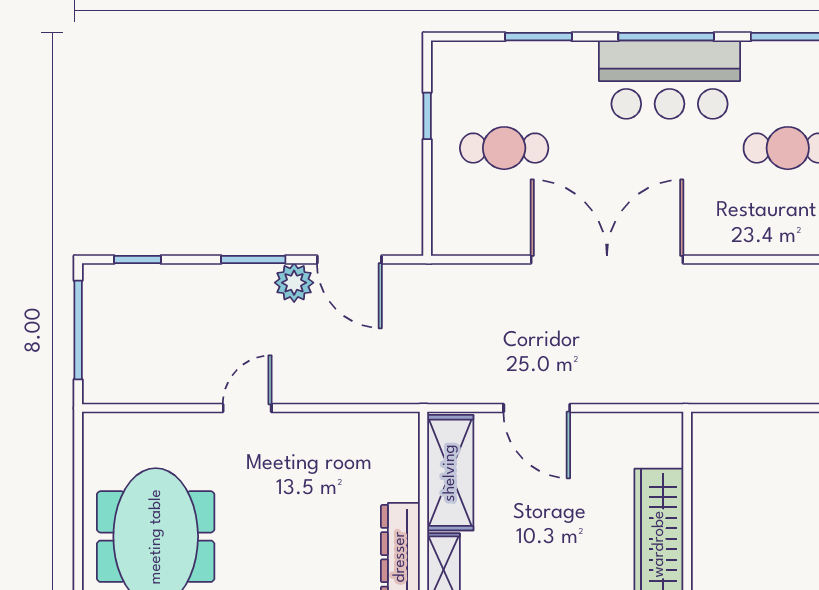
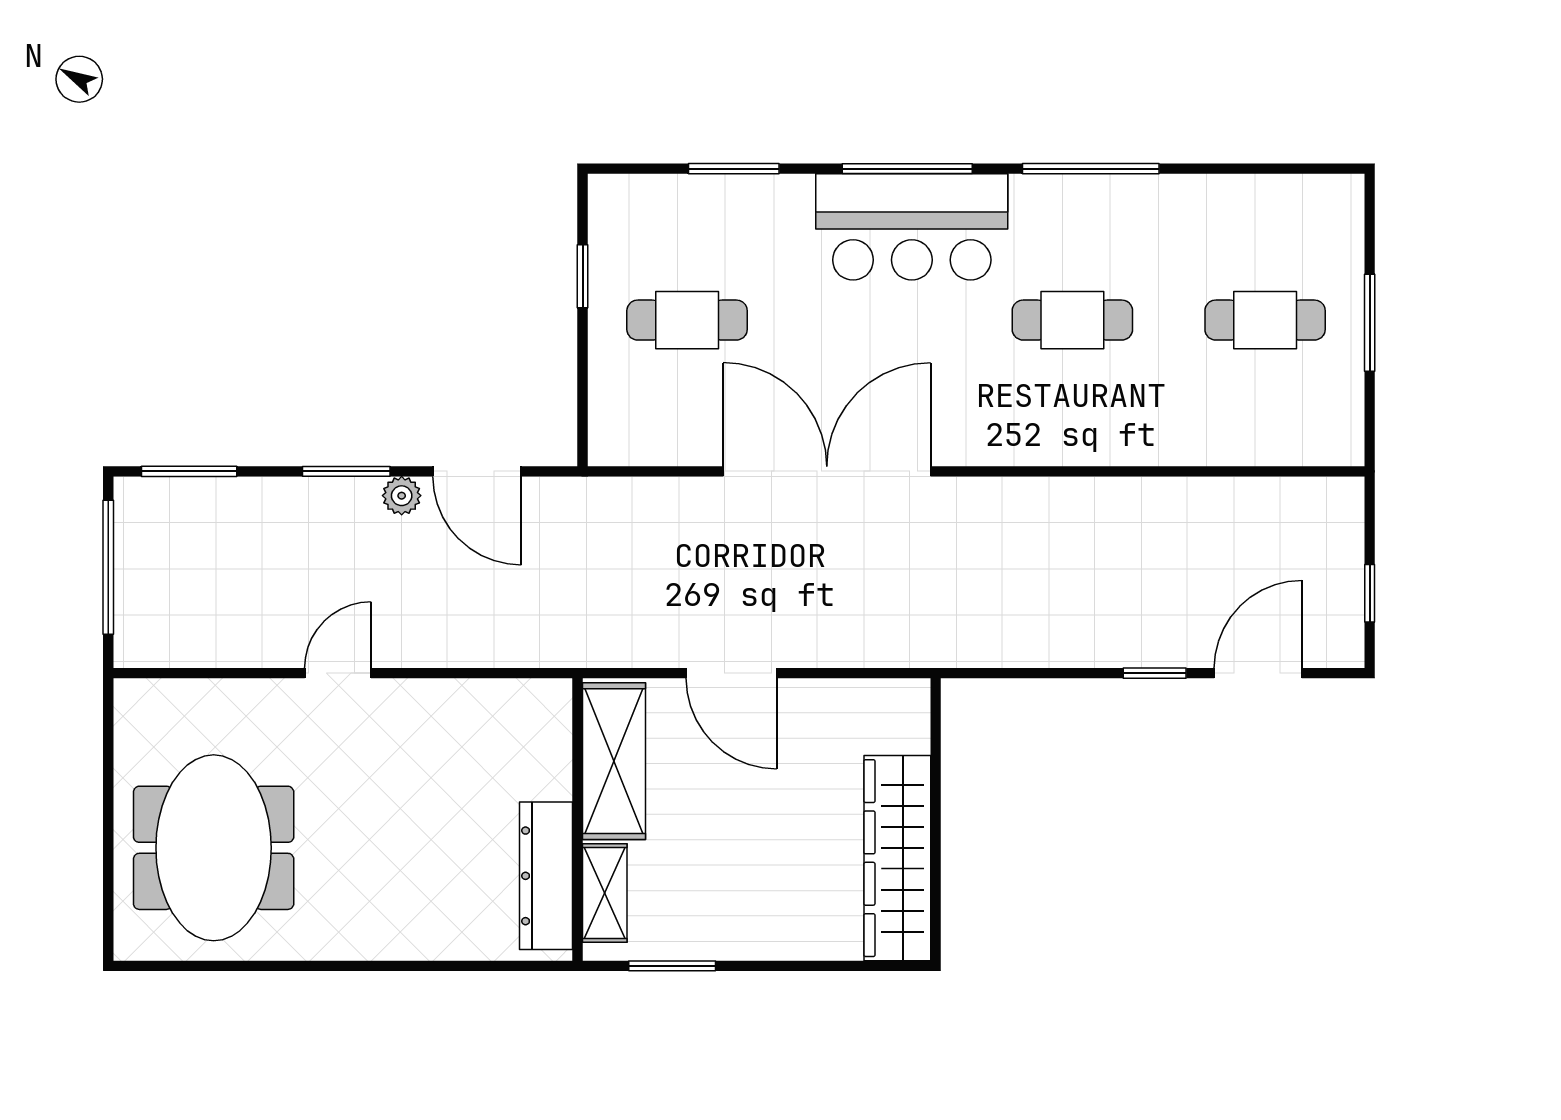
window: (138, 259) -> (189, 471), width x1.50
plant: (294, 283) -> (402, 496), width x0.73, depth x0.73

